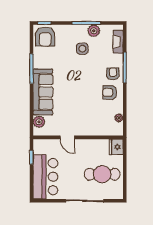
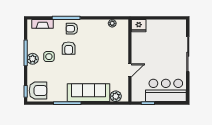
plant: (94, 31) -> (33, 59), moved
armchair: (110, 92) -> (69, 48), moved
cafe table: (102, 174) -> (164, 39), removed

